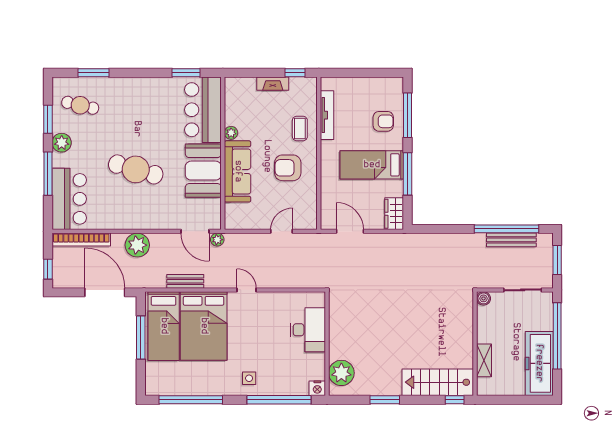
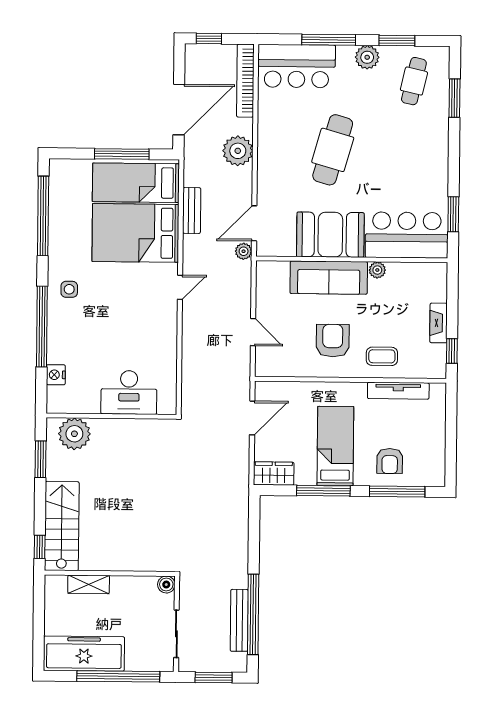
desk: (308, 330) -> (129, 392), moved
wall: (327, 344) -> (111, 416), moved
plant: (341, 373) -> (74, 434), moved

